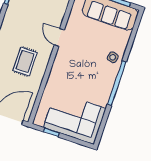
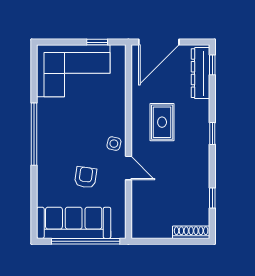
armchair: (91, 41) -> (86, 177), added
side table: (113, 57) -> (114, 144), moved

